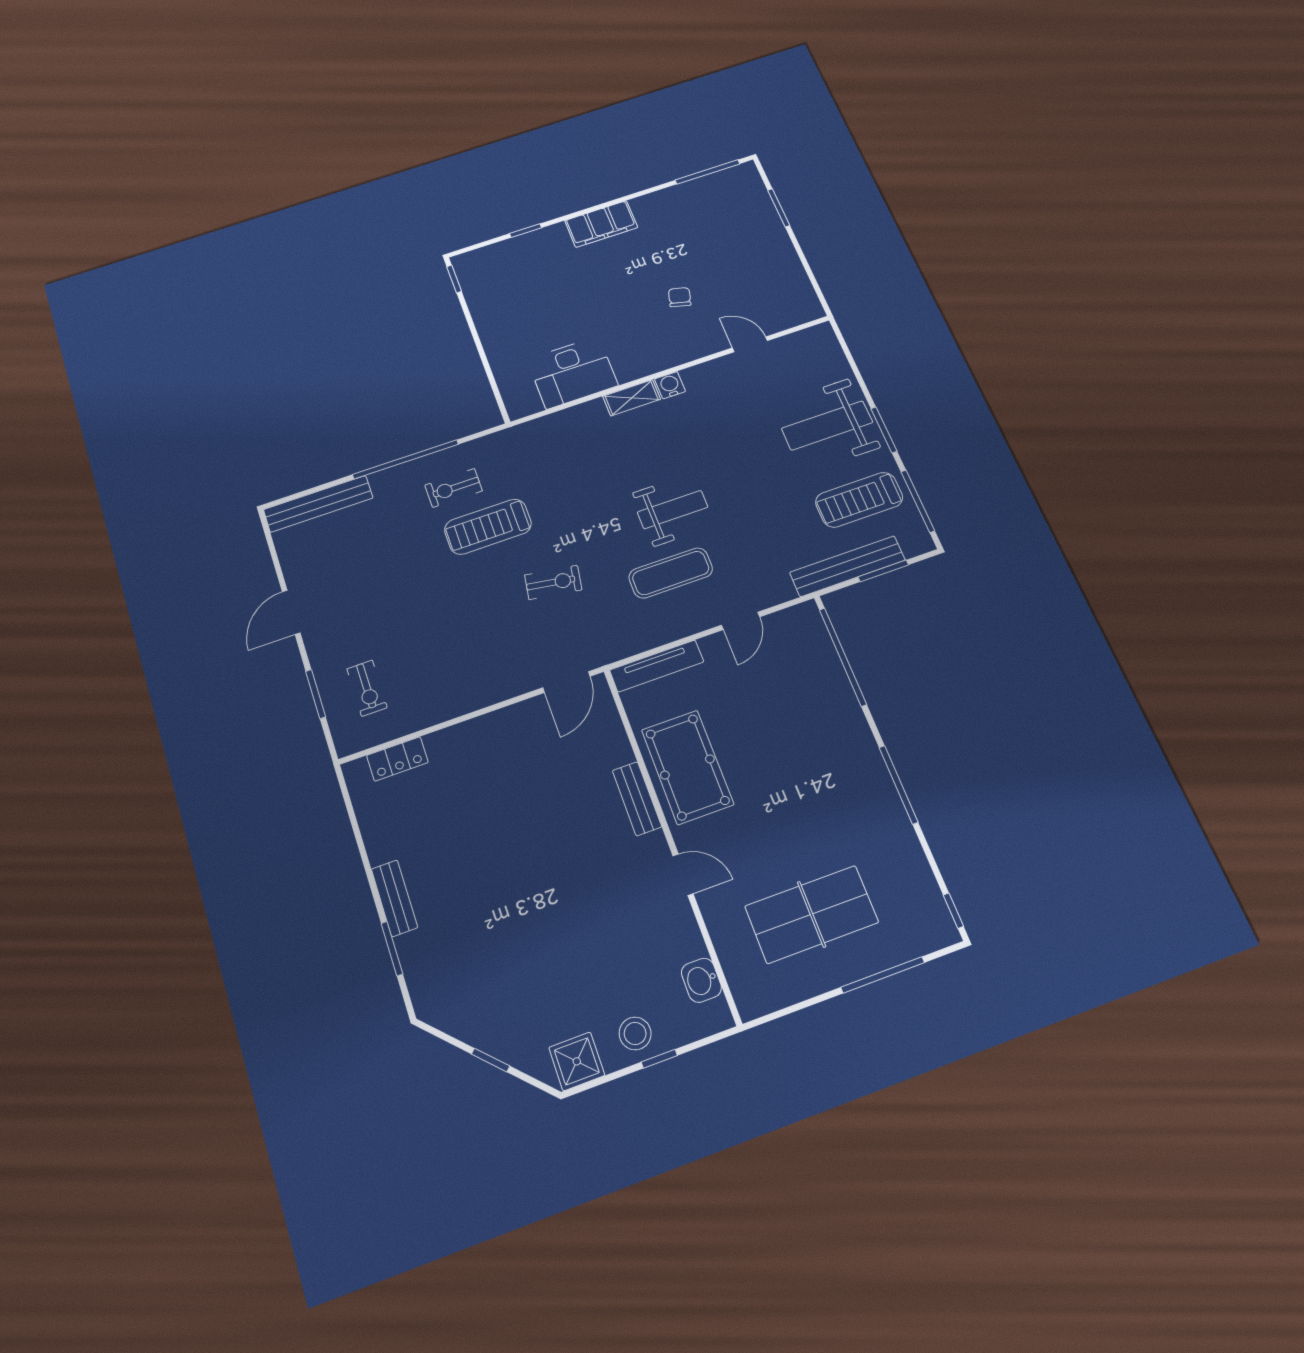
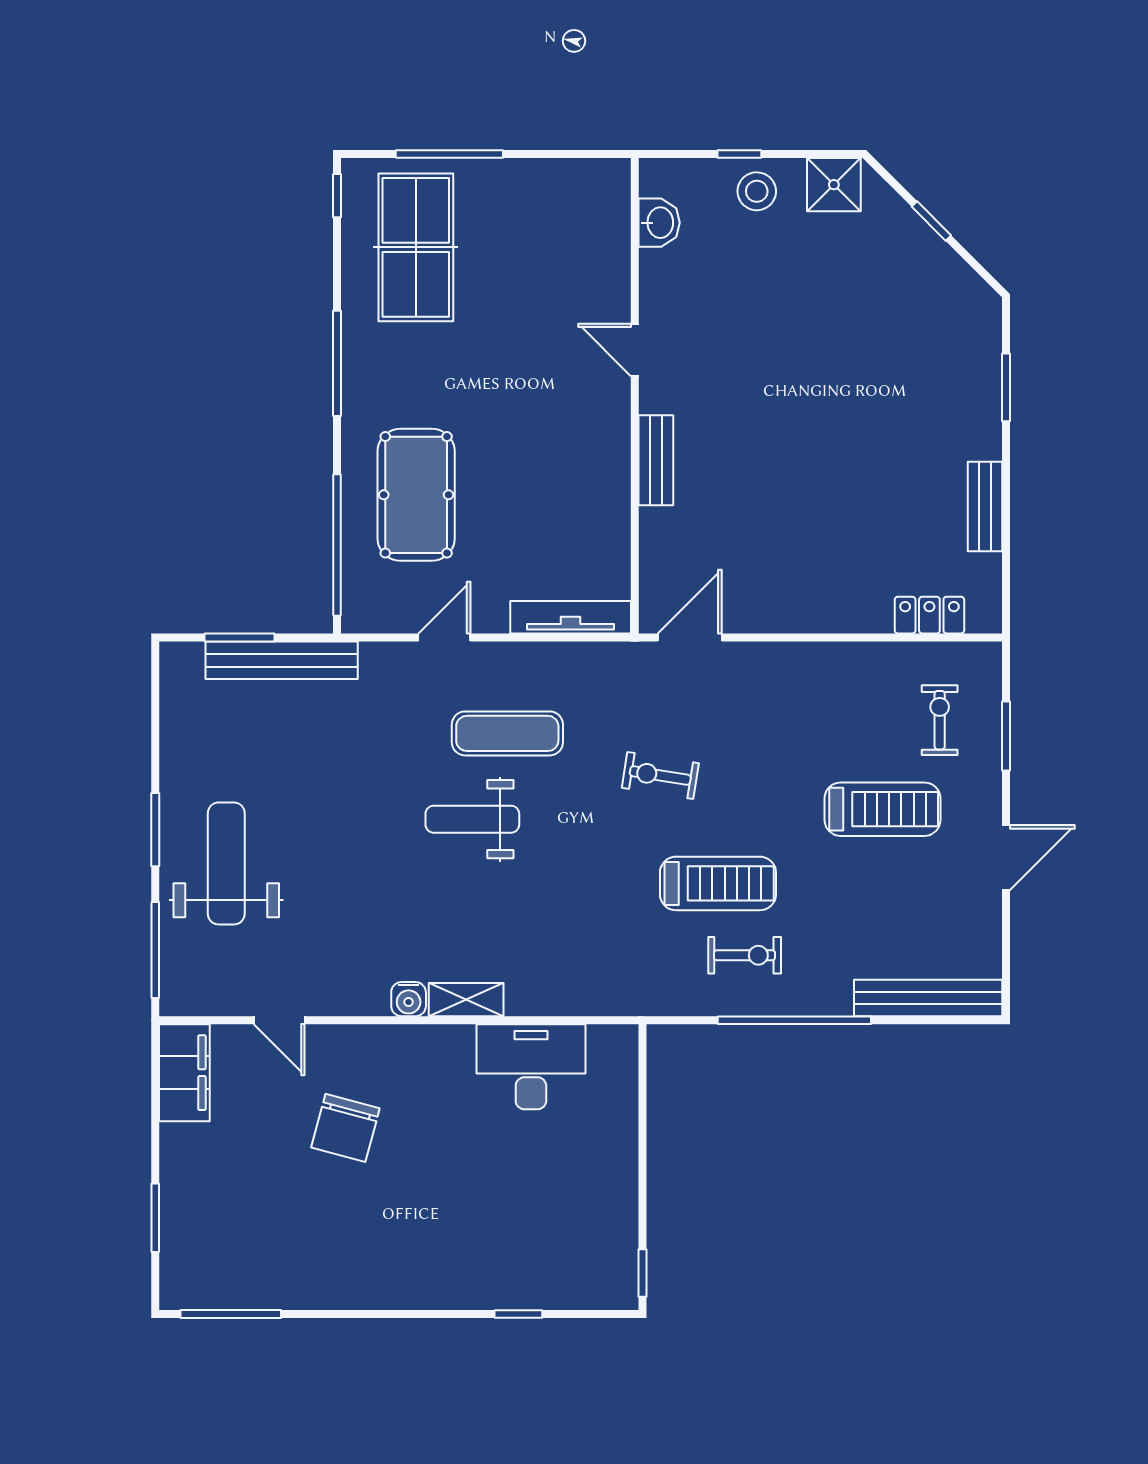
filing cabinet: (601, 224) -> (184, 1073), moved, turned 90
chair: (680, 297) -> (345, 1128), width x1.87, depth x1.87
weight bench: (827, 425) -> (226, 863), turned -90
treadmill: (859, 500) -> (883, 809), moved
window: (918, 501) -> (155, 950), moved
pool table: (687, 767) -> (416, 495), moved
bench: (394, 898) -> (985, 507), moved
table tennis table: (811, 914) -> (416, 247), moved, turned 90

